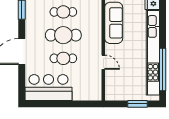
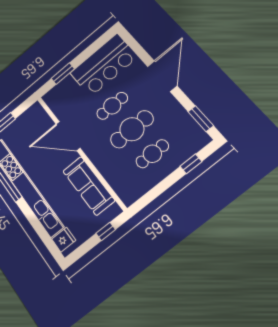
door: (103, 62) -> (68, 136), width x1.88
window: (77, 104) -> (63, 74), added

